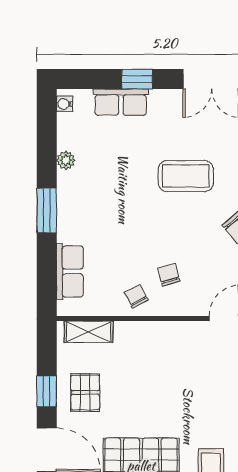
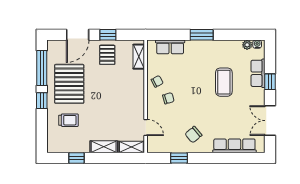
plant: (66, 160) -> (247, 45), moved
coffee table: (186, 176) -> (224, 82), moved
pallet: (85, 393) -> (107, 55), turned 90

